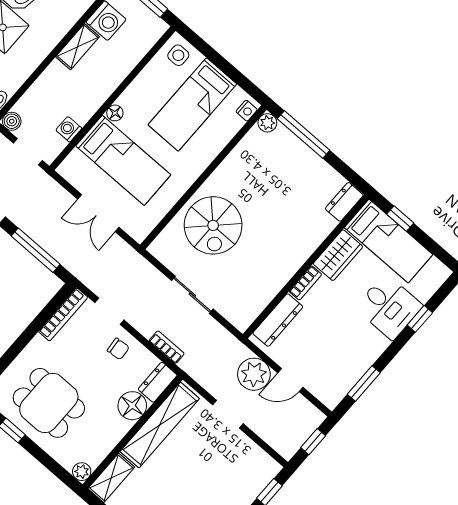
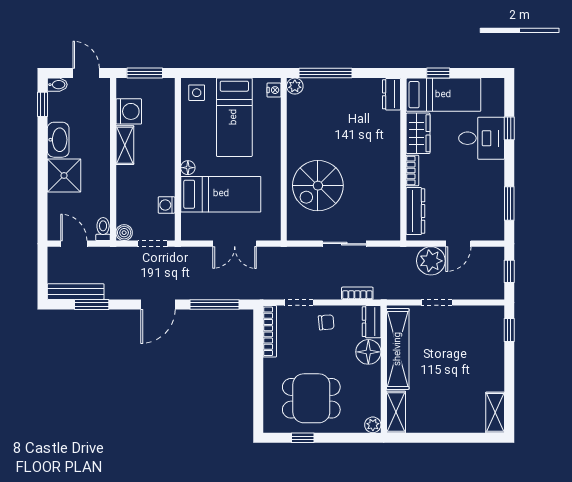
spiral stairs: (213, 225) -> (318, 186), turned 90

